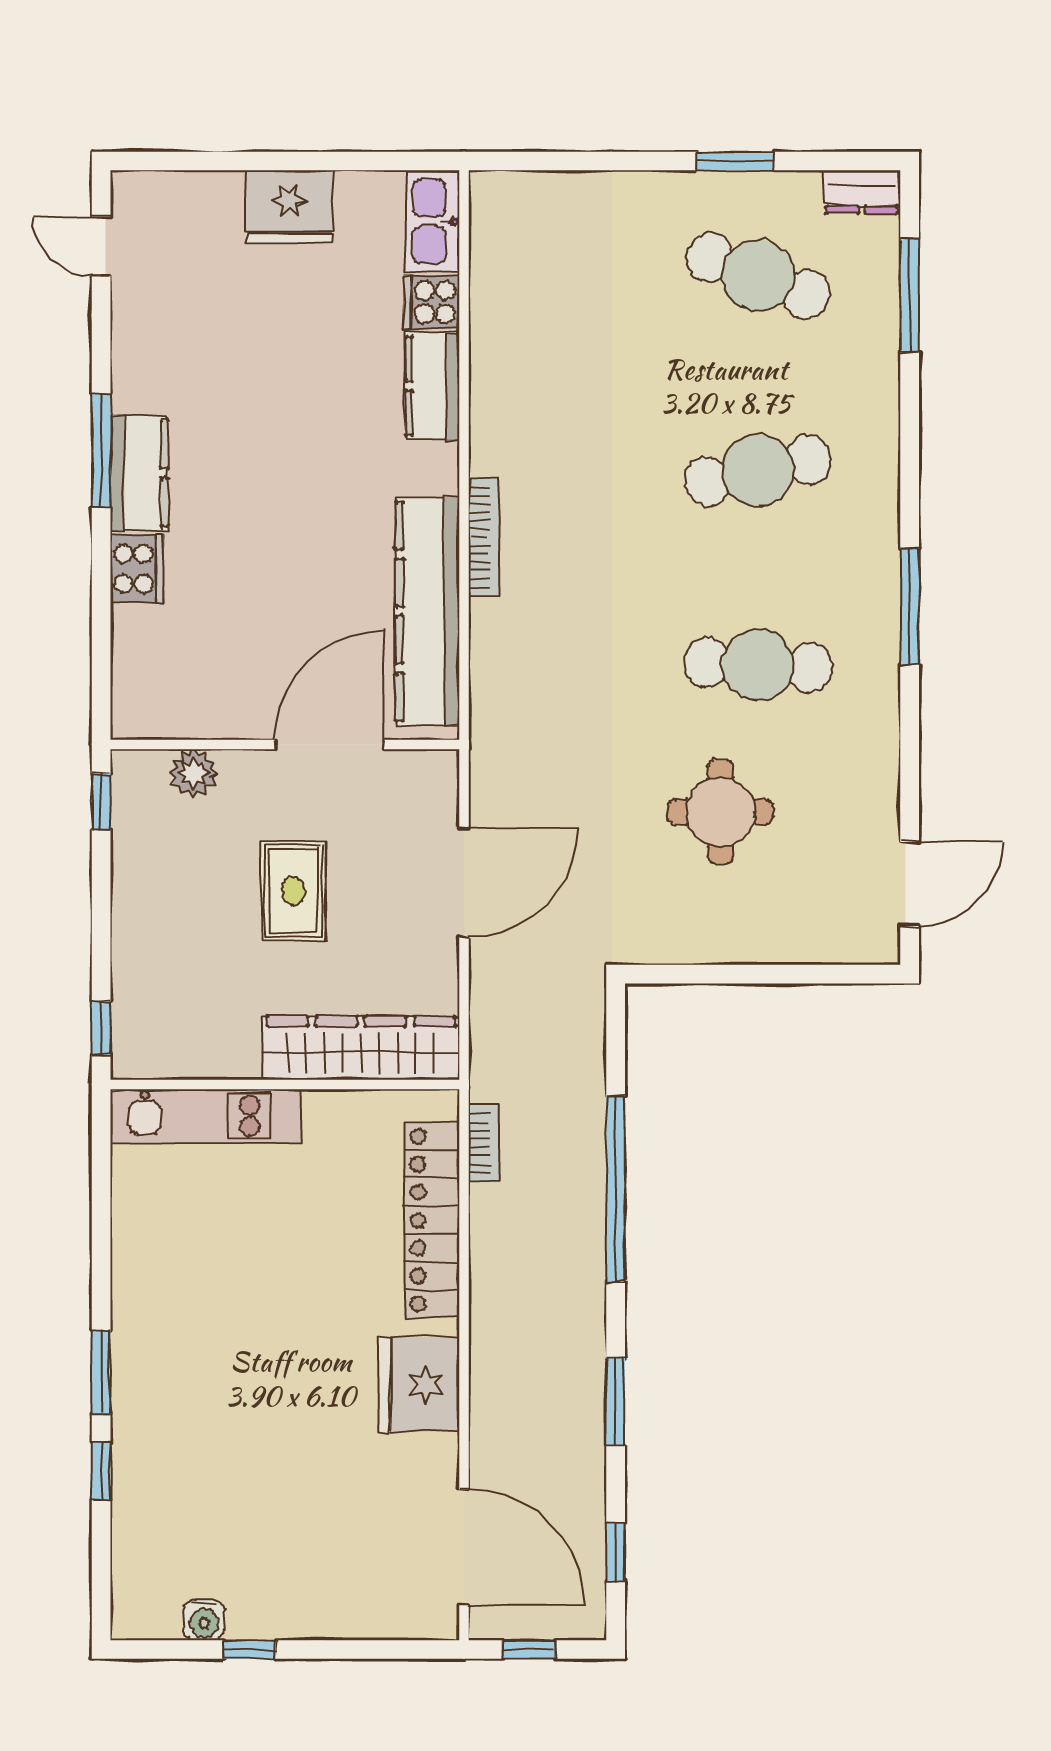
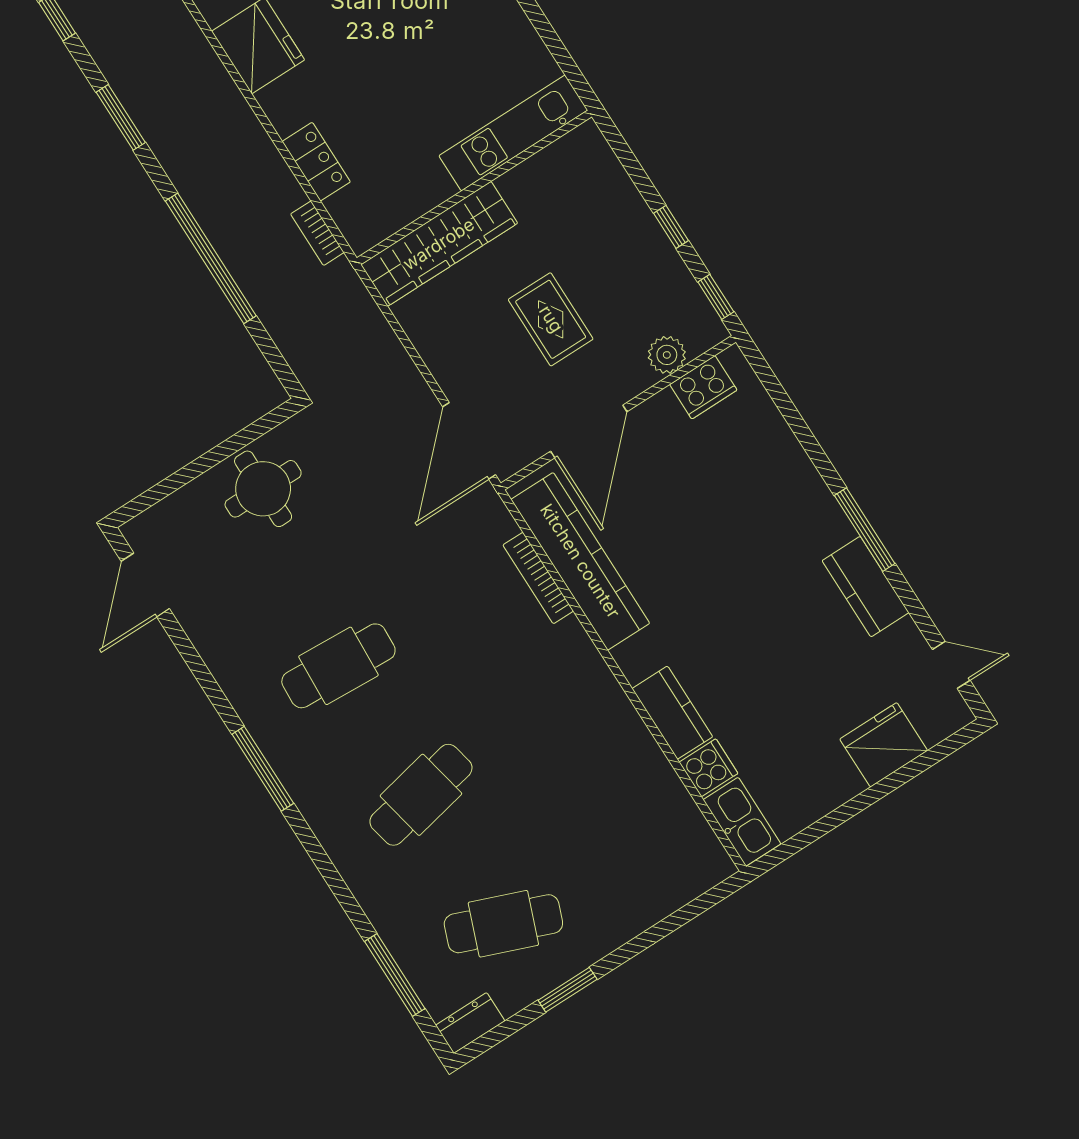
fridge: (289, 207) -> (884, 745), moved
kitchen counter: (139, 473) -> (866, 587), moved
bookcase: (484, 537) -> (538, 578), moved
cooker: (137, 569) -> (703, 387), moved, turned -90
round table: (720, 812) -> (263, 489), moved
door: (464, 883) -> (469, 441), moved
window: (101, 1028) -> (671, 227), moved
locker: (432, 1220) -> (316, 162), width x0.46, depth x0.83

